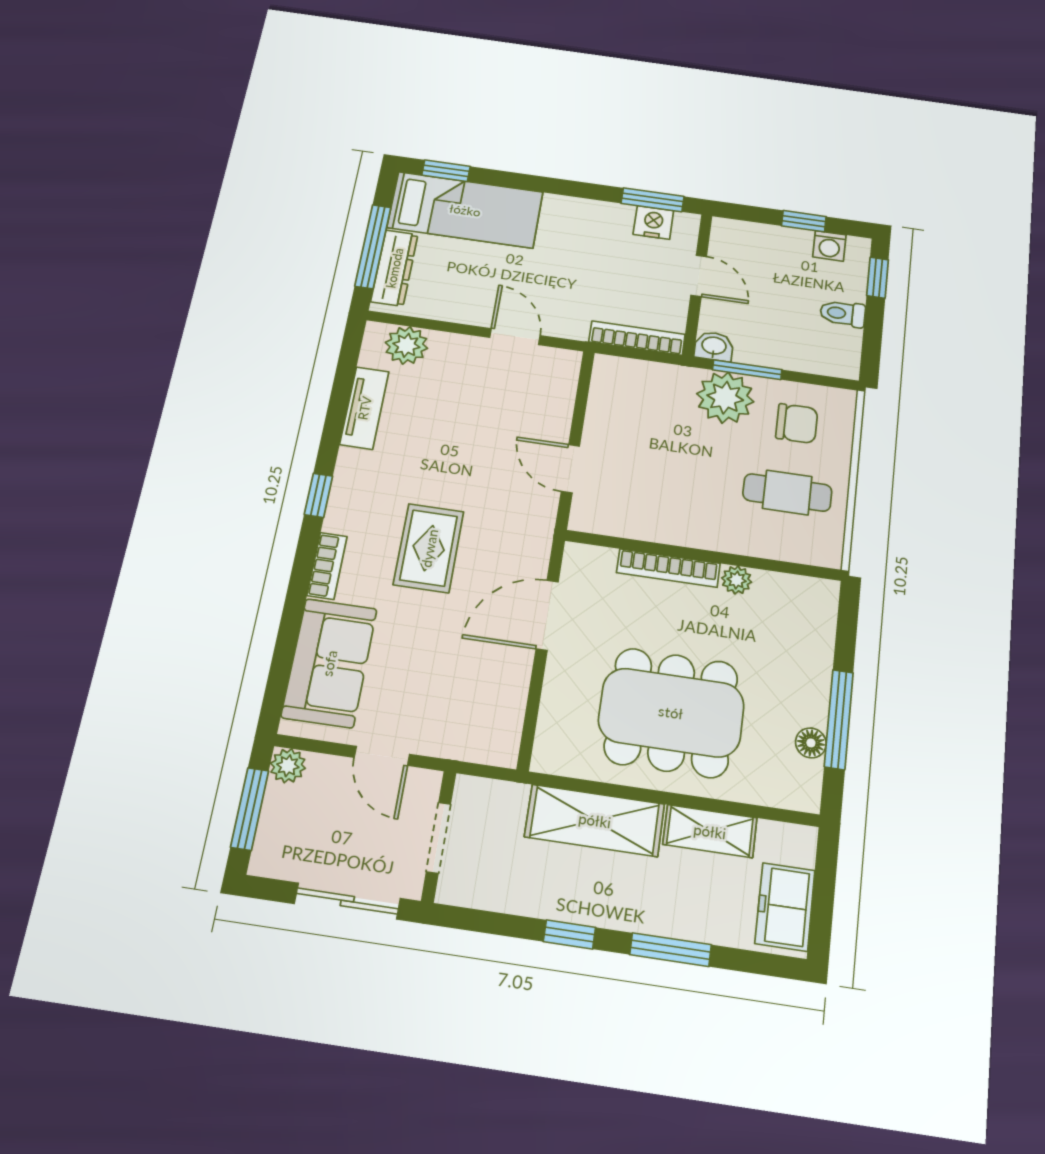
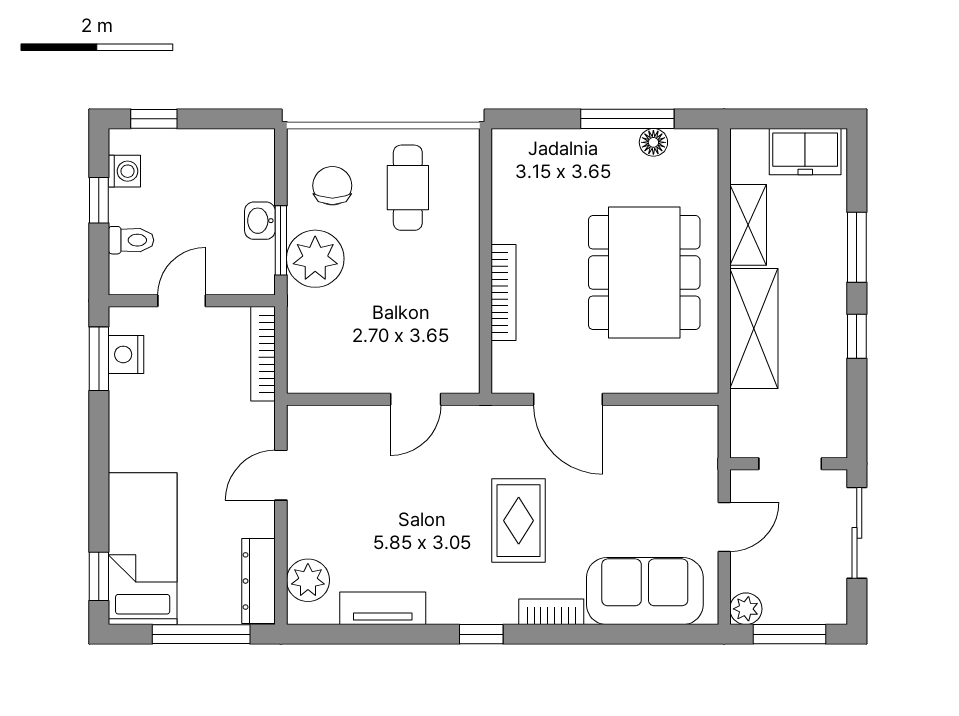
dresser: (394, 268) -> (258, 581), moved, turned -90
toilet: (843, 314) -> (131, 240), moved, turned -90
washbasin: (714, 346) -> (260, 221), moved
rug: (429, 548) -> (519, 521), turned 90
plant: (737, 580) -> (506, 227), removed

